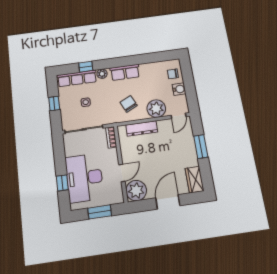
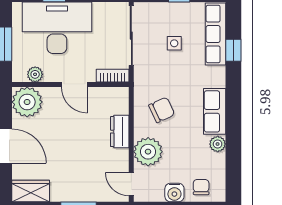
plant: (102, 74) -> (218, 144), moved
dresser: (142, 128) -> (120, 132), width x0.70
door: (122, 173) -> (74, 84), moved
plant: (117, 188) -> (35, 74), added

